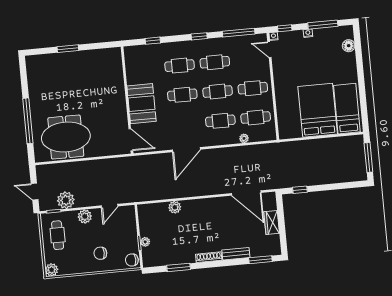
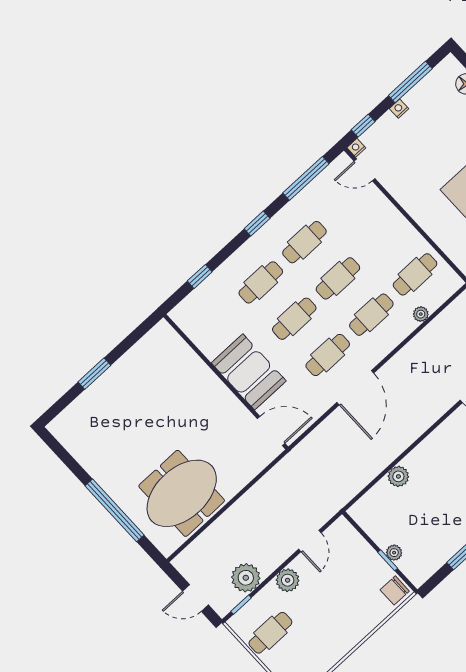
cafe table: (253, 88) -> (328, 355), moved
cafe table: (58, 235) -> (270, 633), turned 90
chair: (100, 253) -> (346, 613), removed

